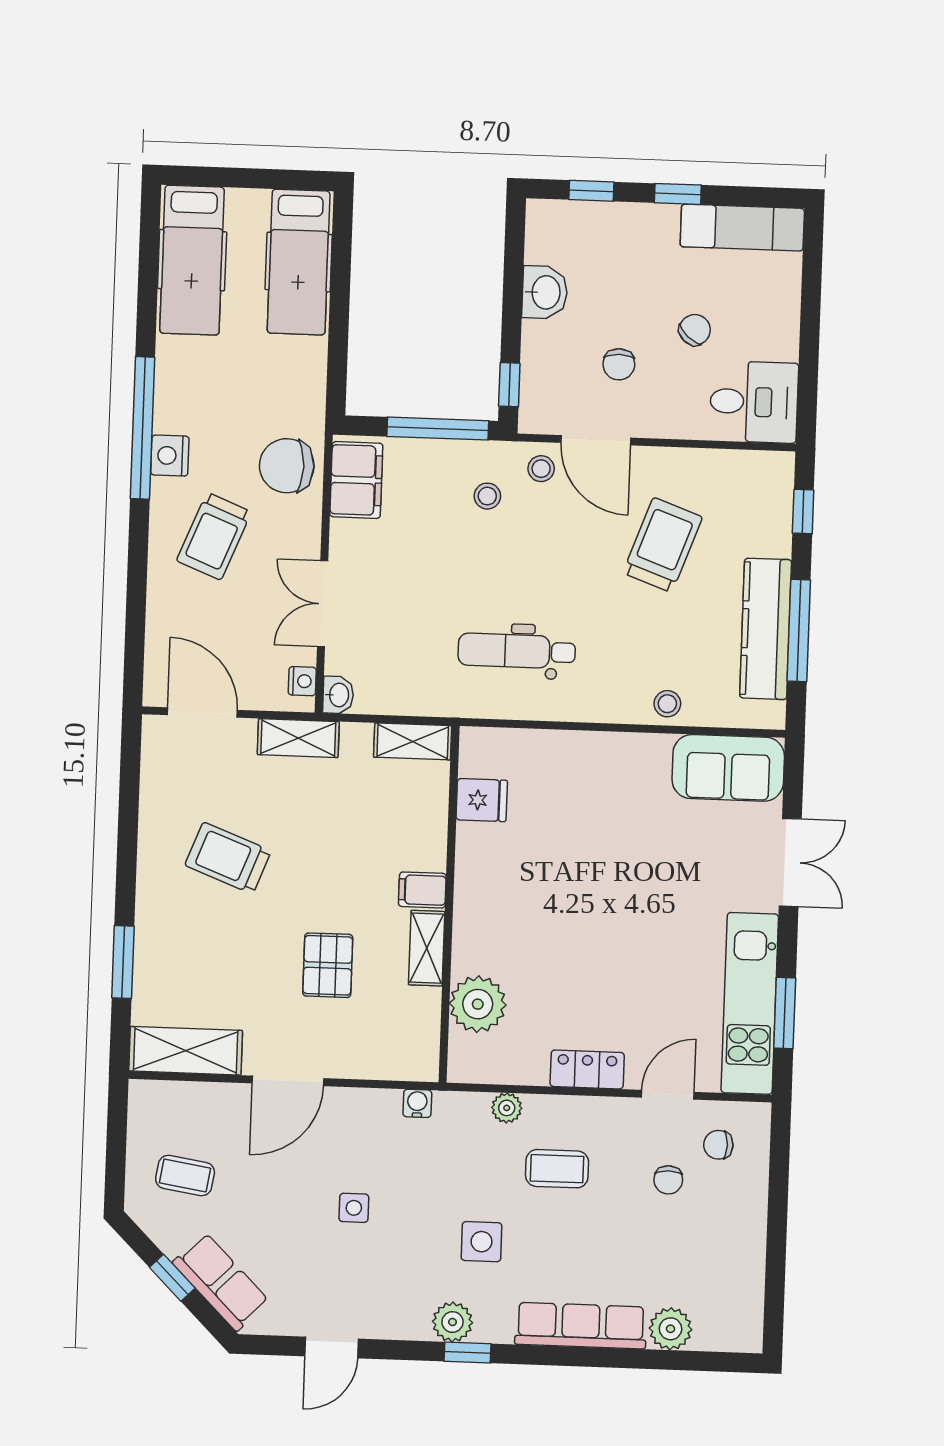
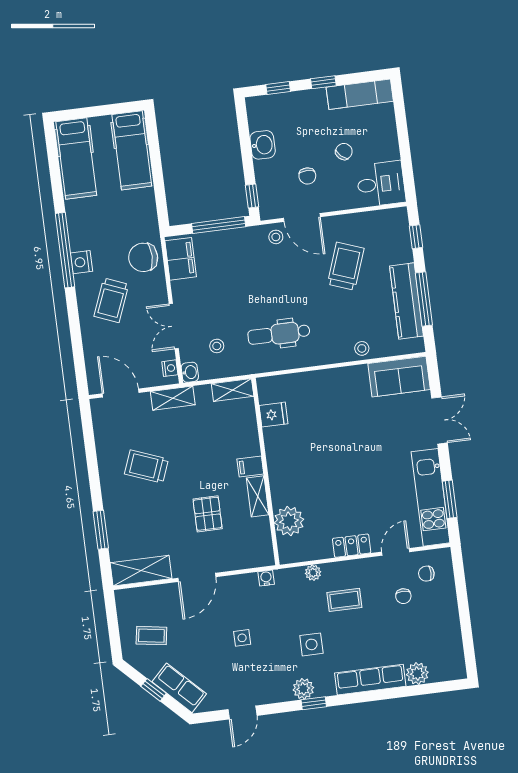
stool: (487, 496) -> (217, 346), moved

